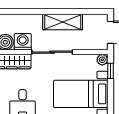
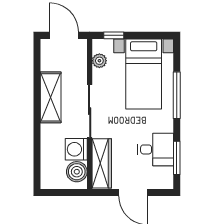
plant: (102, 60) -> (99, 61), moved

